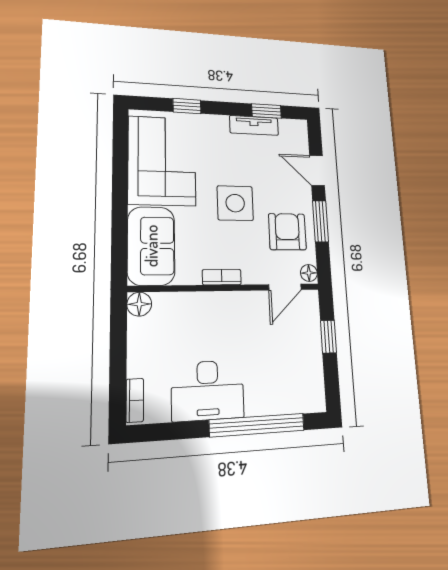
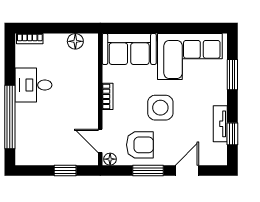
window: (187, 106) -> (232, 75), width x1.50
floor lamp: (139, 304) -> (75, 41), moved
desk: (208, 390) -> (33, 85), width x0.73

